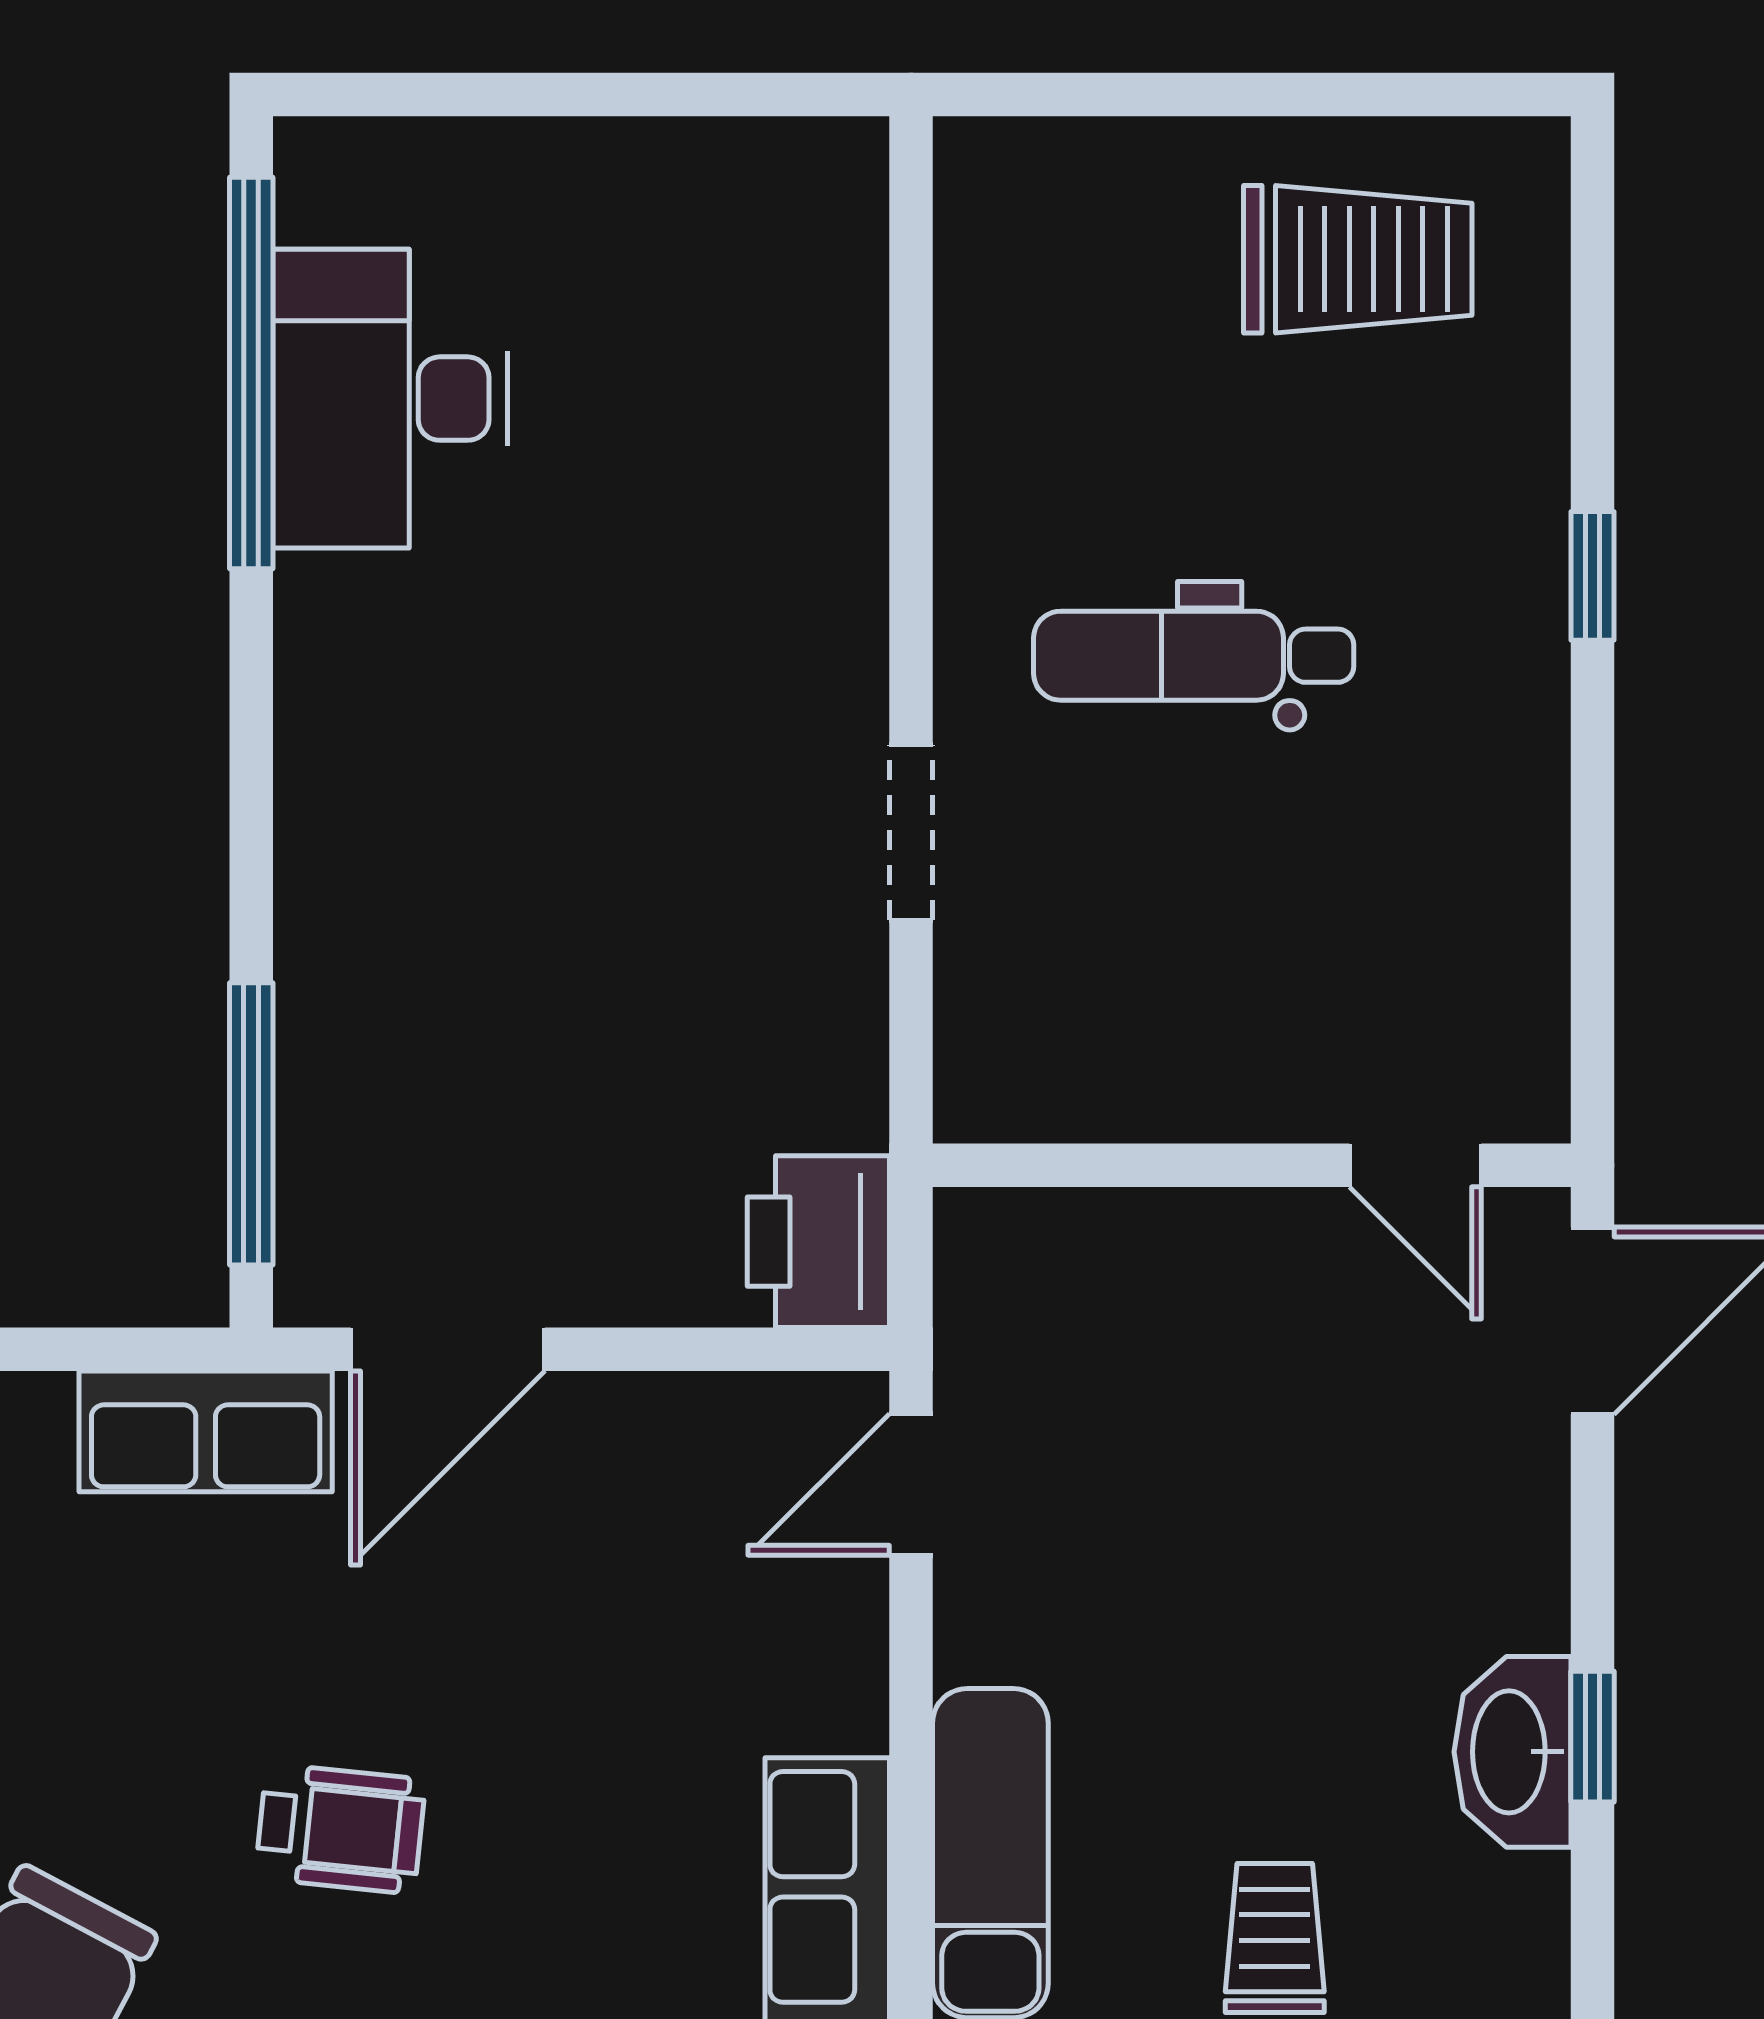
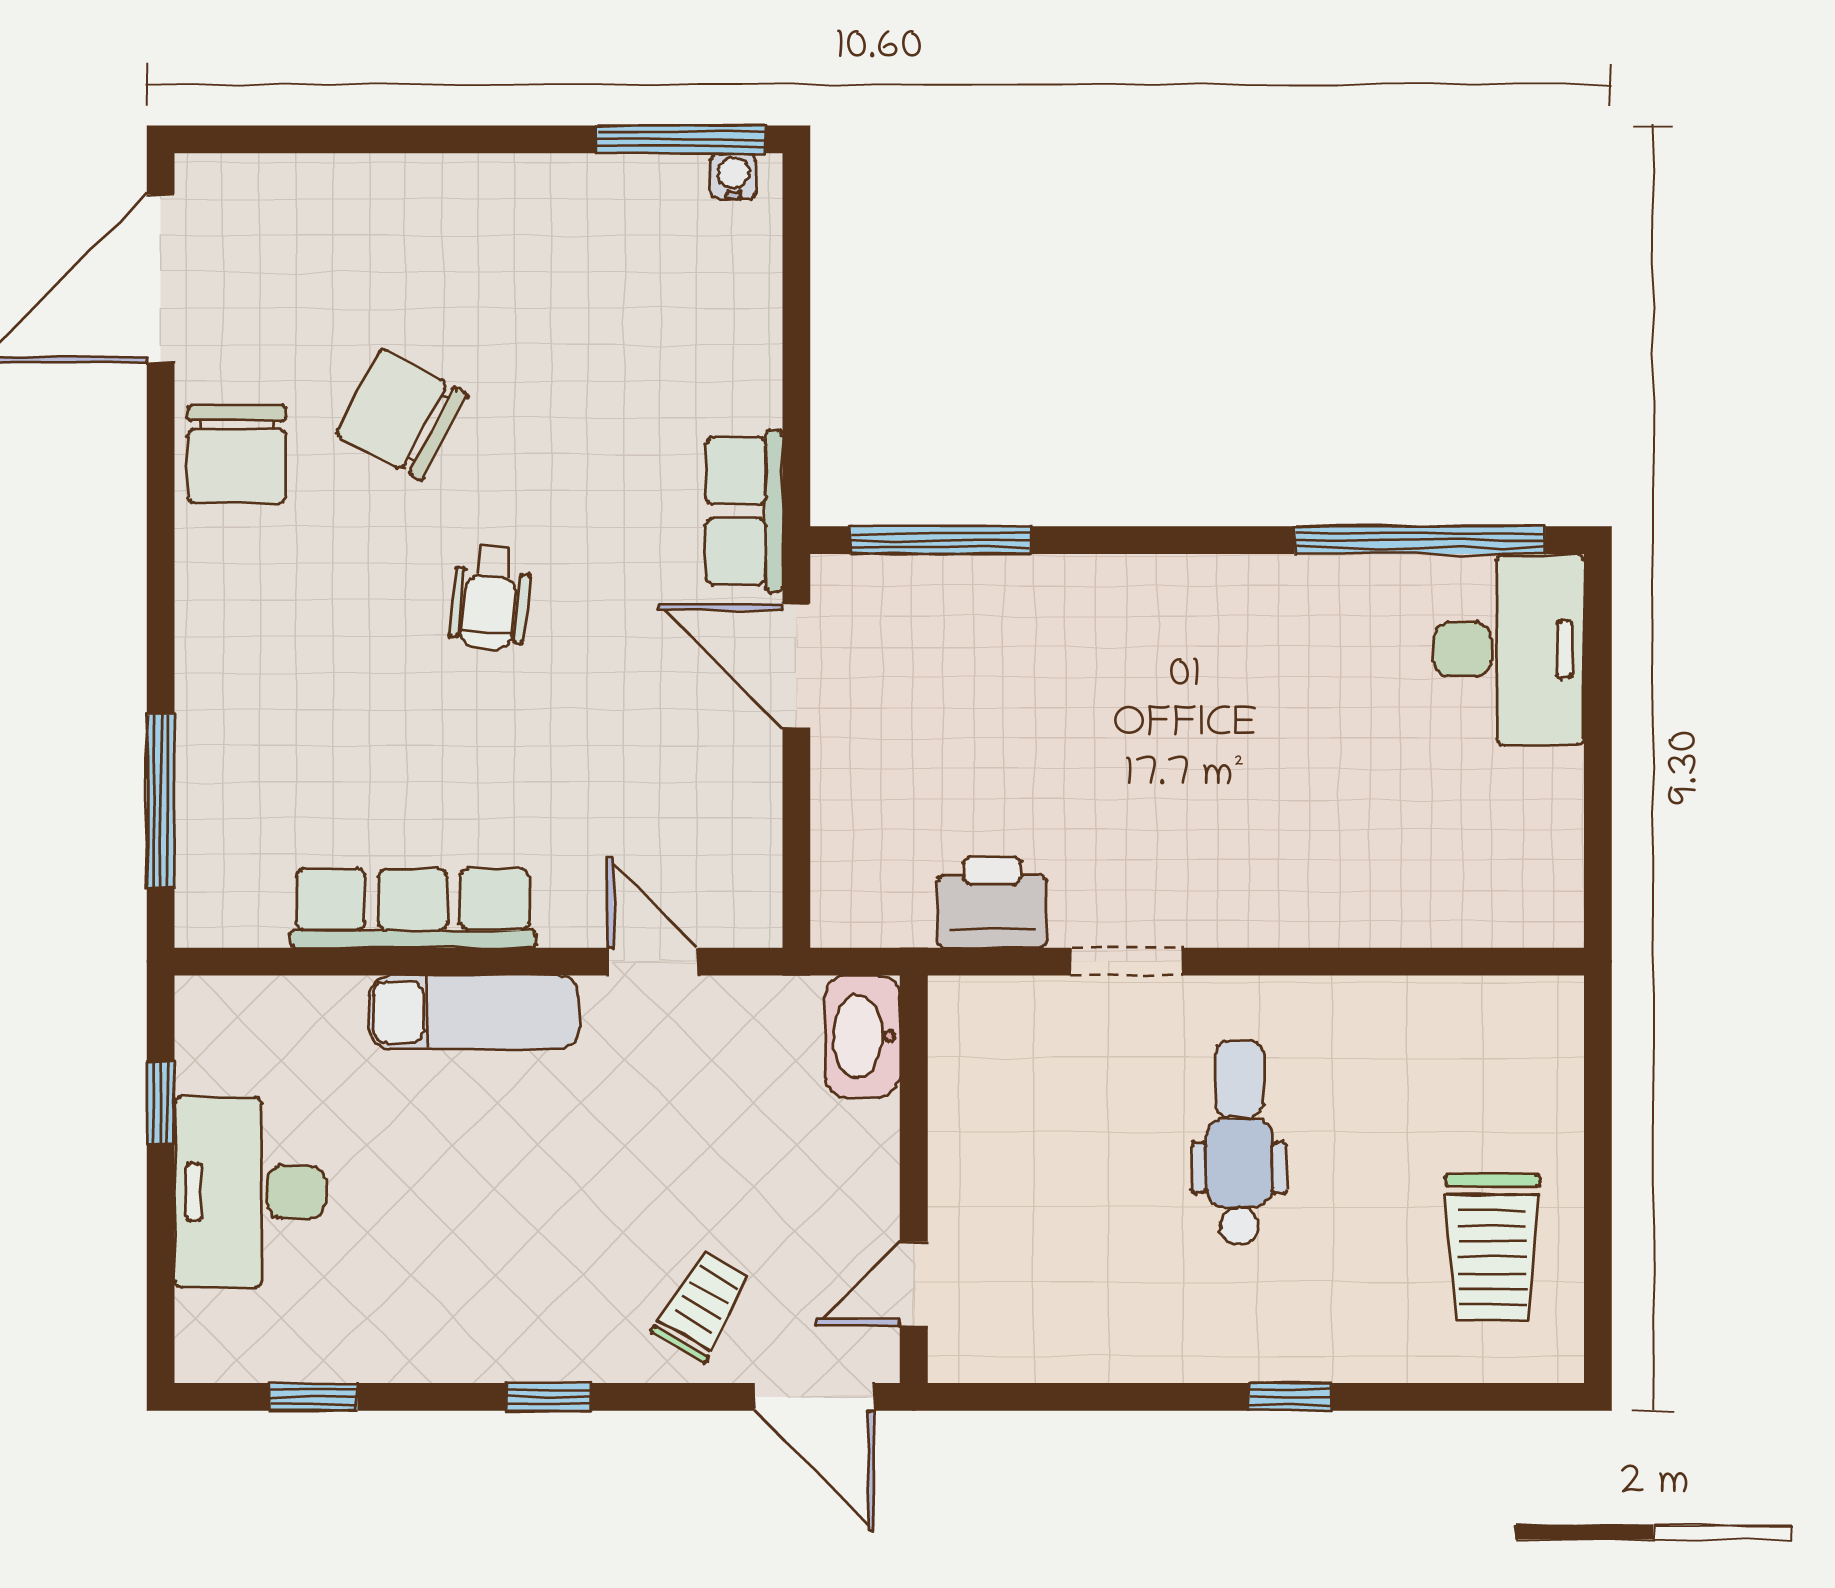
desk: (390, 399) -> (1509, 649), moved, turned 90
printer: (818, 1242) -> (992, 902), moved
door: (911, 1484) -> (652, 962), moved
washbasin: (1512, 1752) -> (863, 1036), moved, turned -90
trolley: (1275, 1938) -> (702, 1306), moved, turned -60

